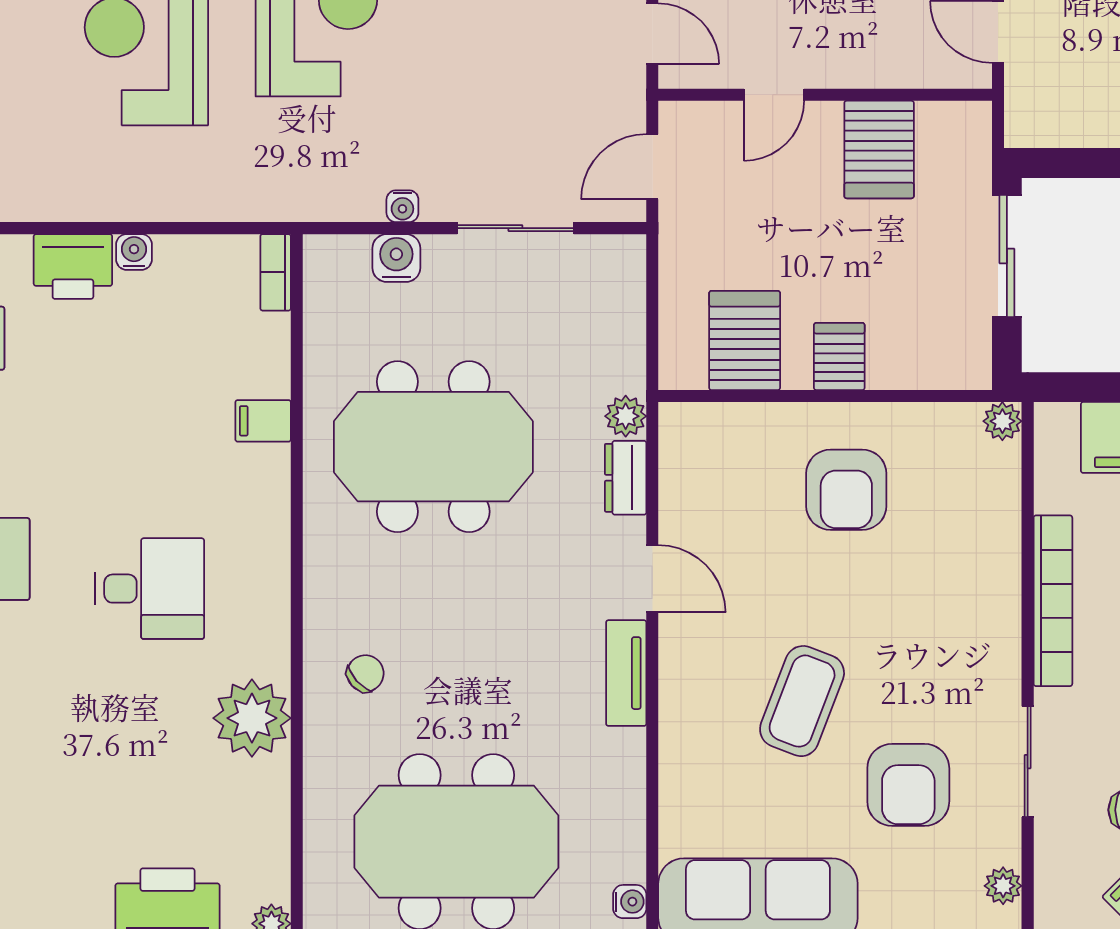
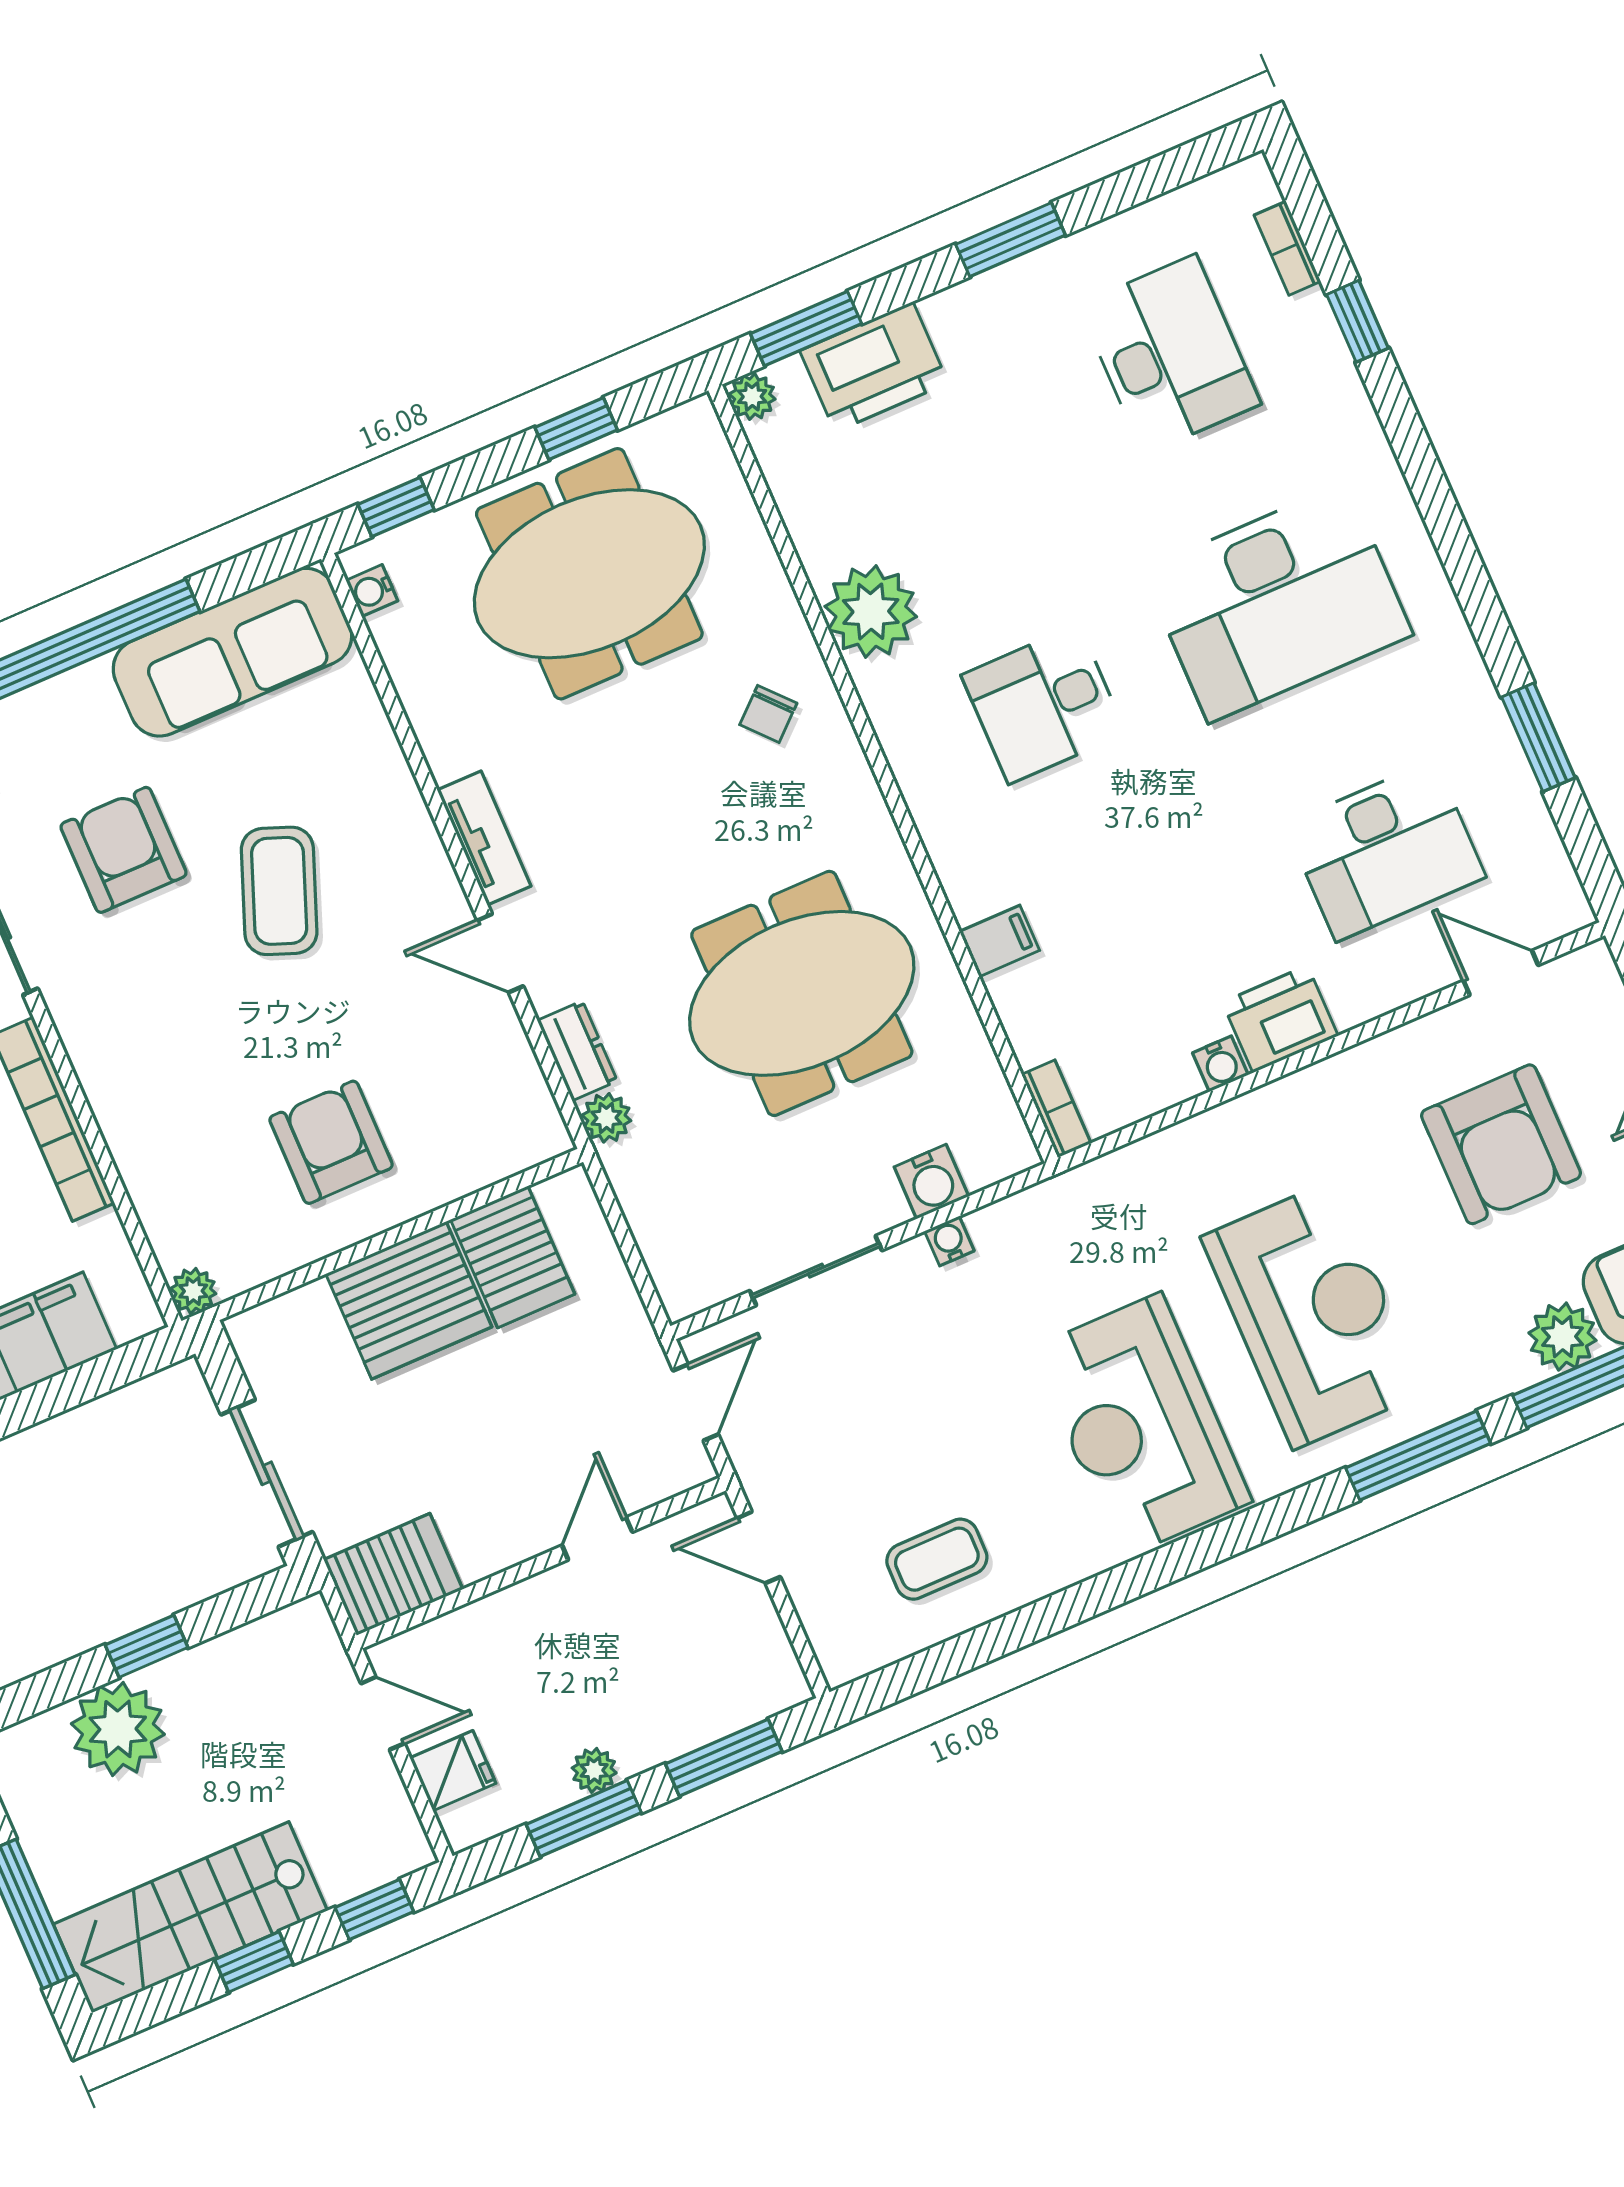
server rack: (879, 149) -> (393, 1574), moved, turned 90
server rack: (839, 356) -> (409, 1300), width x2.18, depth x1.44

